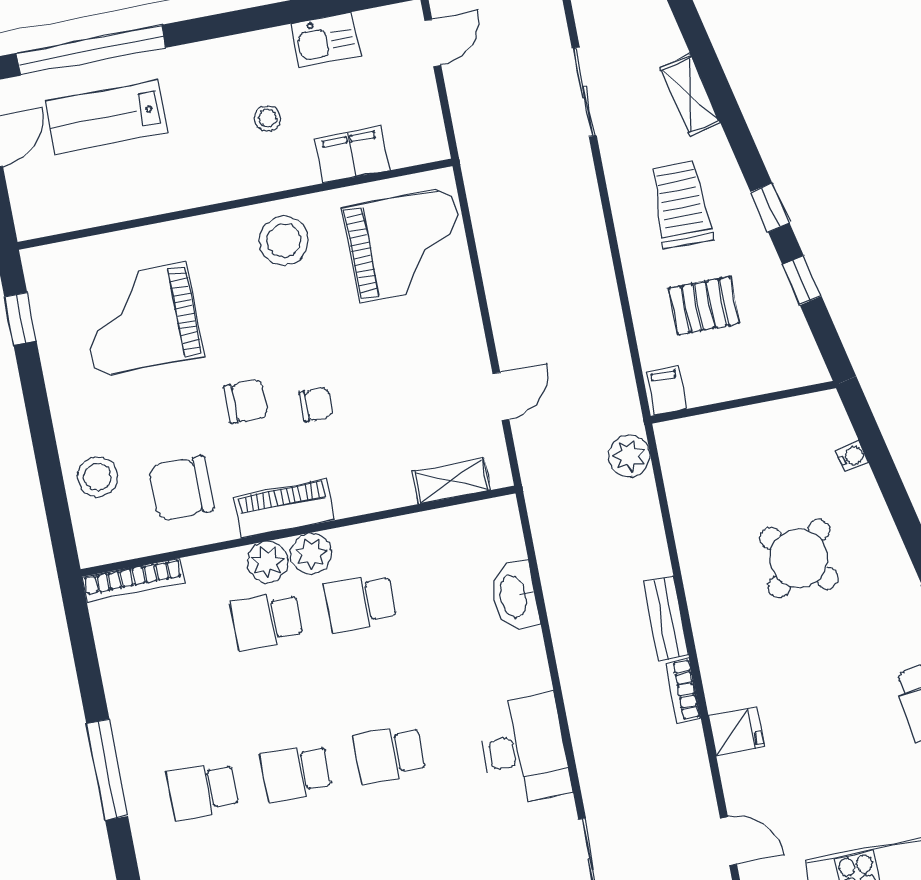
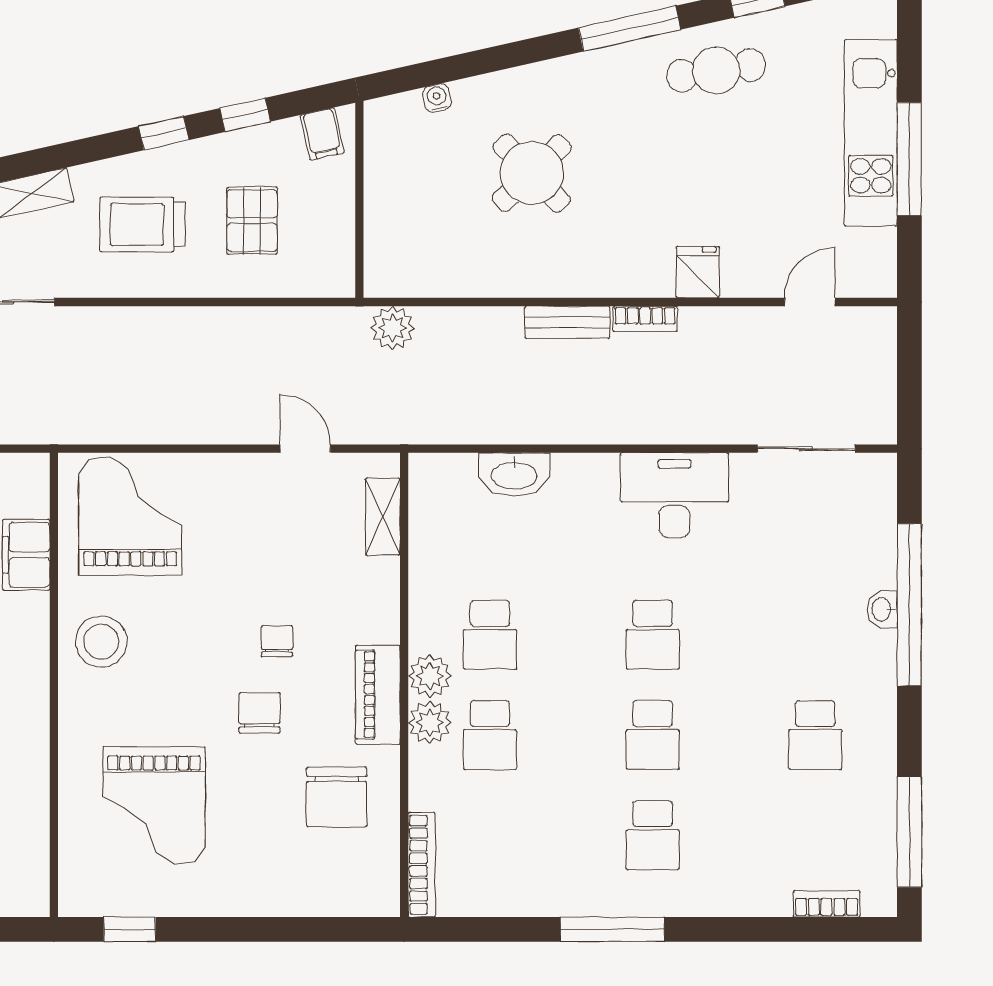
filing cabinet: (666, 390) -> (322, 134), moved, turned -103
stool: (98, 477) -> (308, 881), removed

